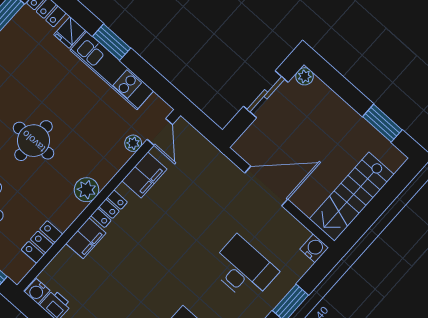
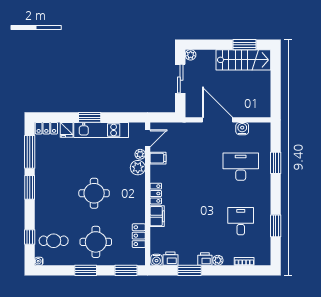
door: (160, 132) -> (148, 138), hinge flipped
filing cabinet: (144, 175) -> (158, 158), width x0.50
door: (266, 186) -> (217, 120), hinge flipped
plant: (86, 190) -> (138, 168), moved
stairs: (352, 197) -> (243, 60), moved, turned -90
water cooler: (314, 248) -> (242, 129), moved

